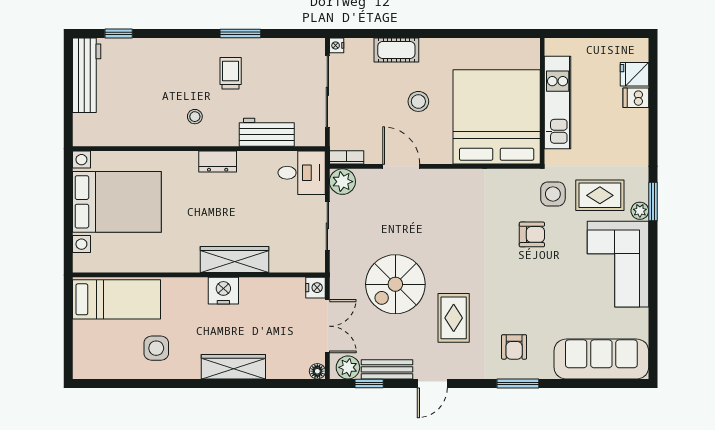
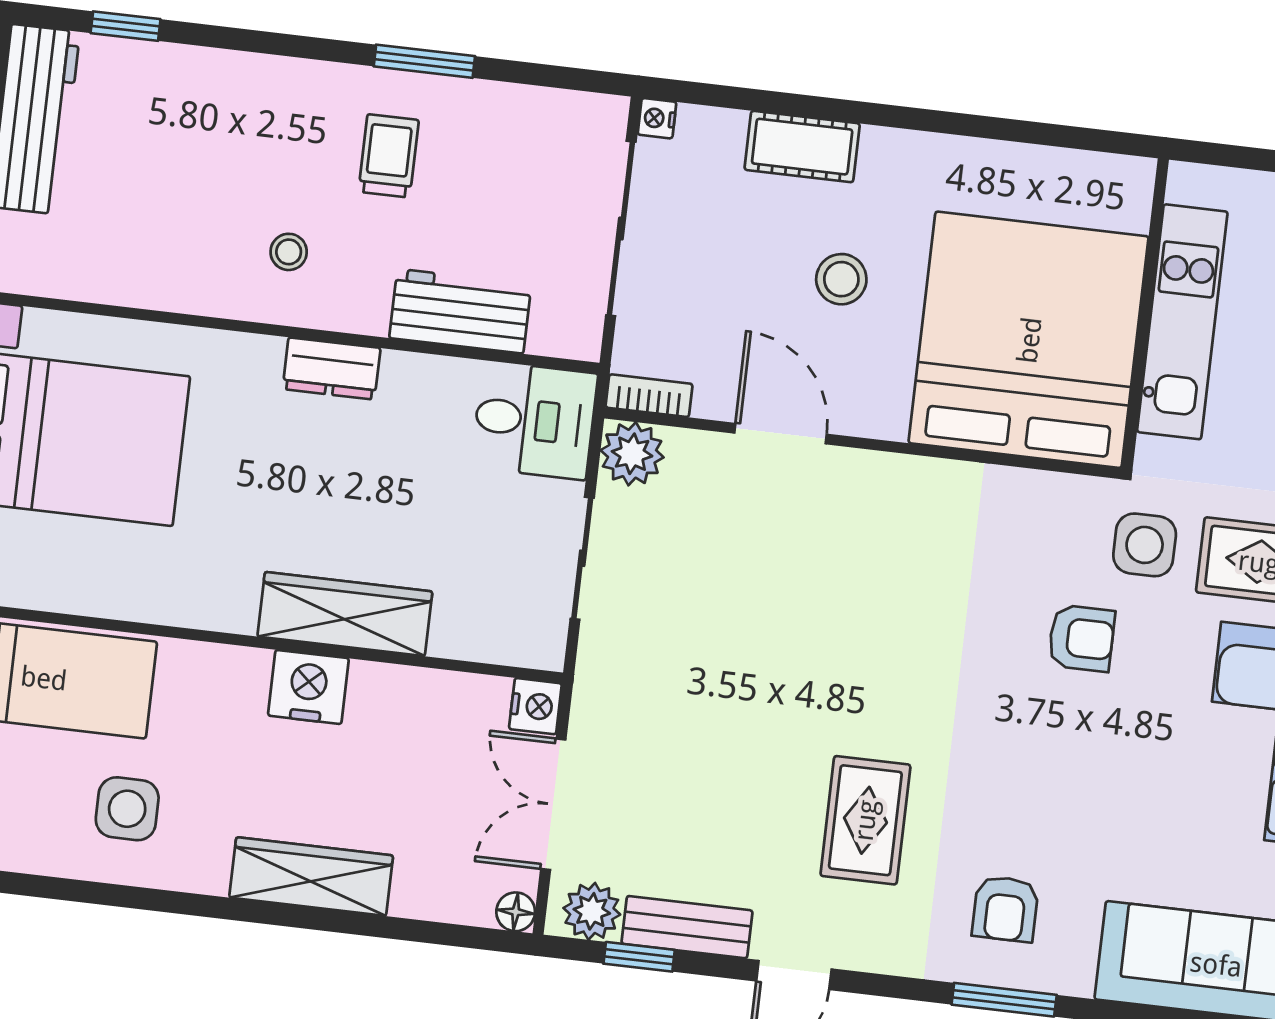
spiral stairs: (395, 284) -> (732, 721), removed
double door: (327, 326) -> (553, 804), swing flipped

